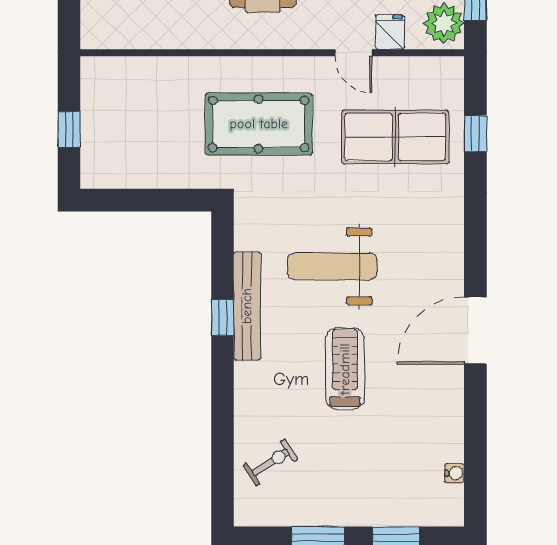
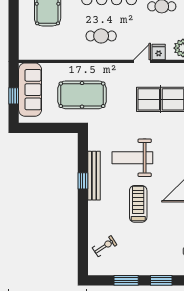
door: (353, 53) -> (142, 61), swing flipped
sofa: (105, 115) -> (30, 90), added
pool table: (259, 124) -> (82, 95), moved

